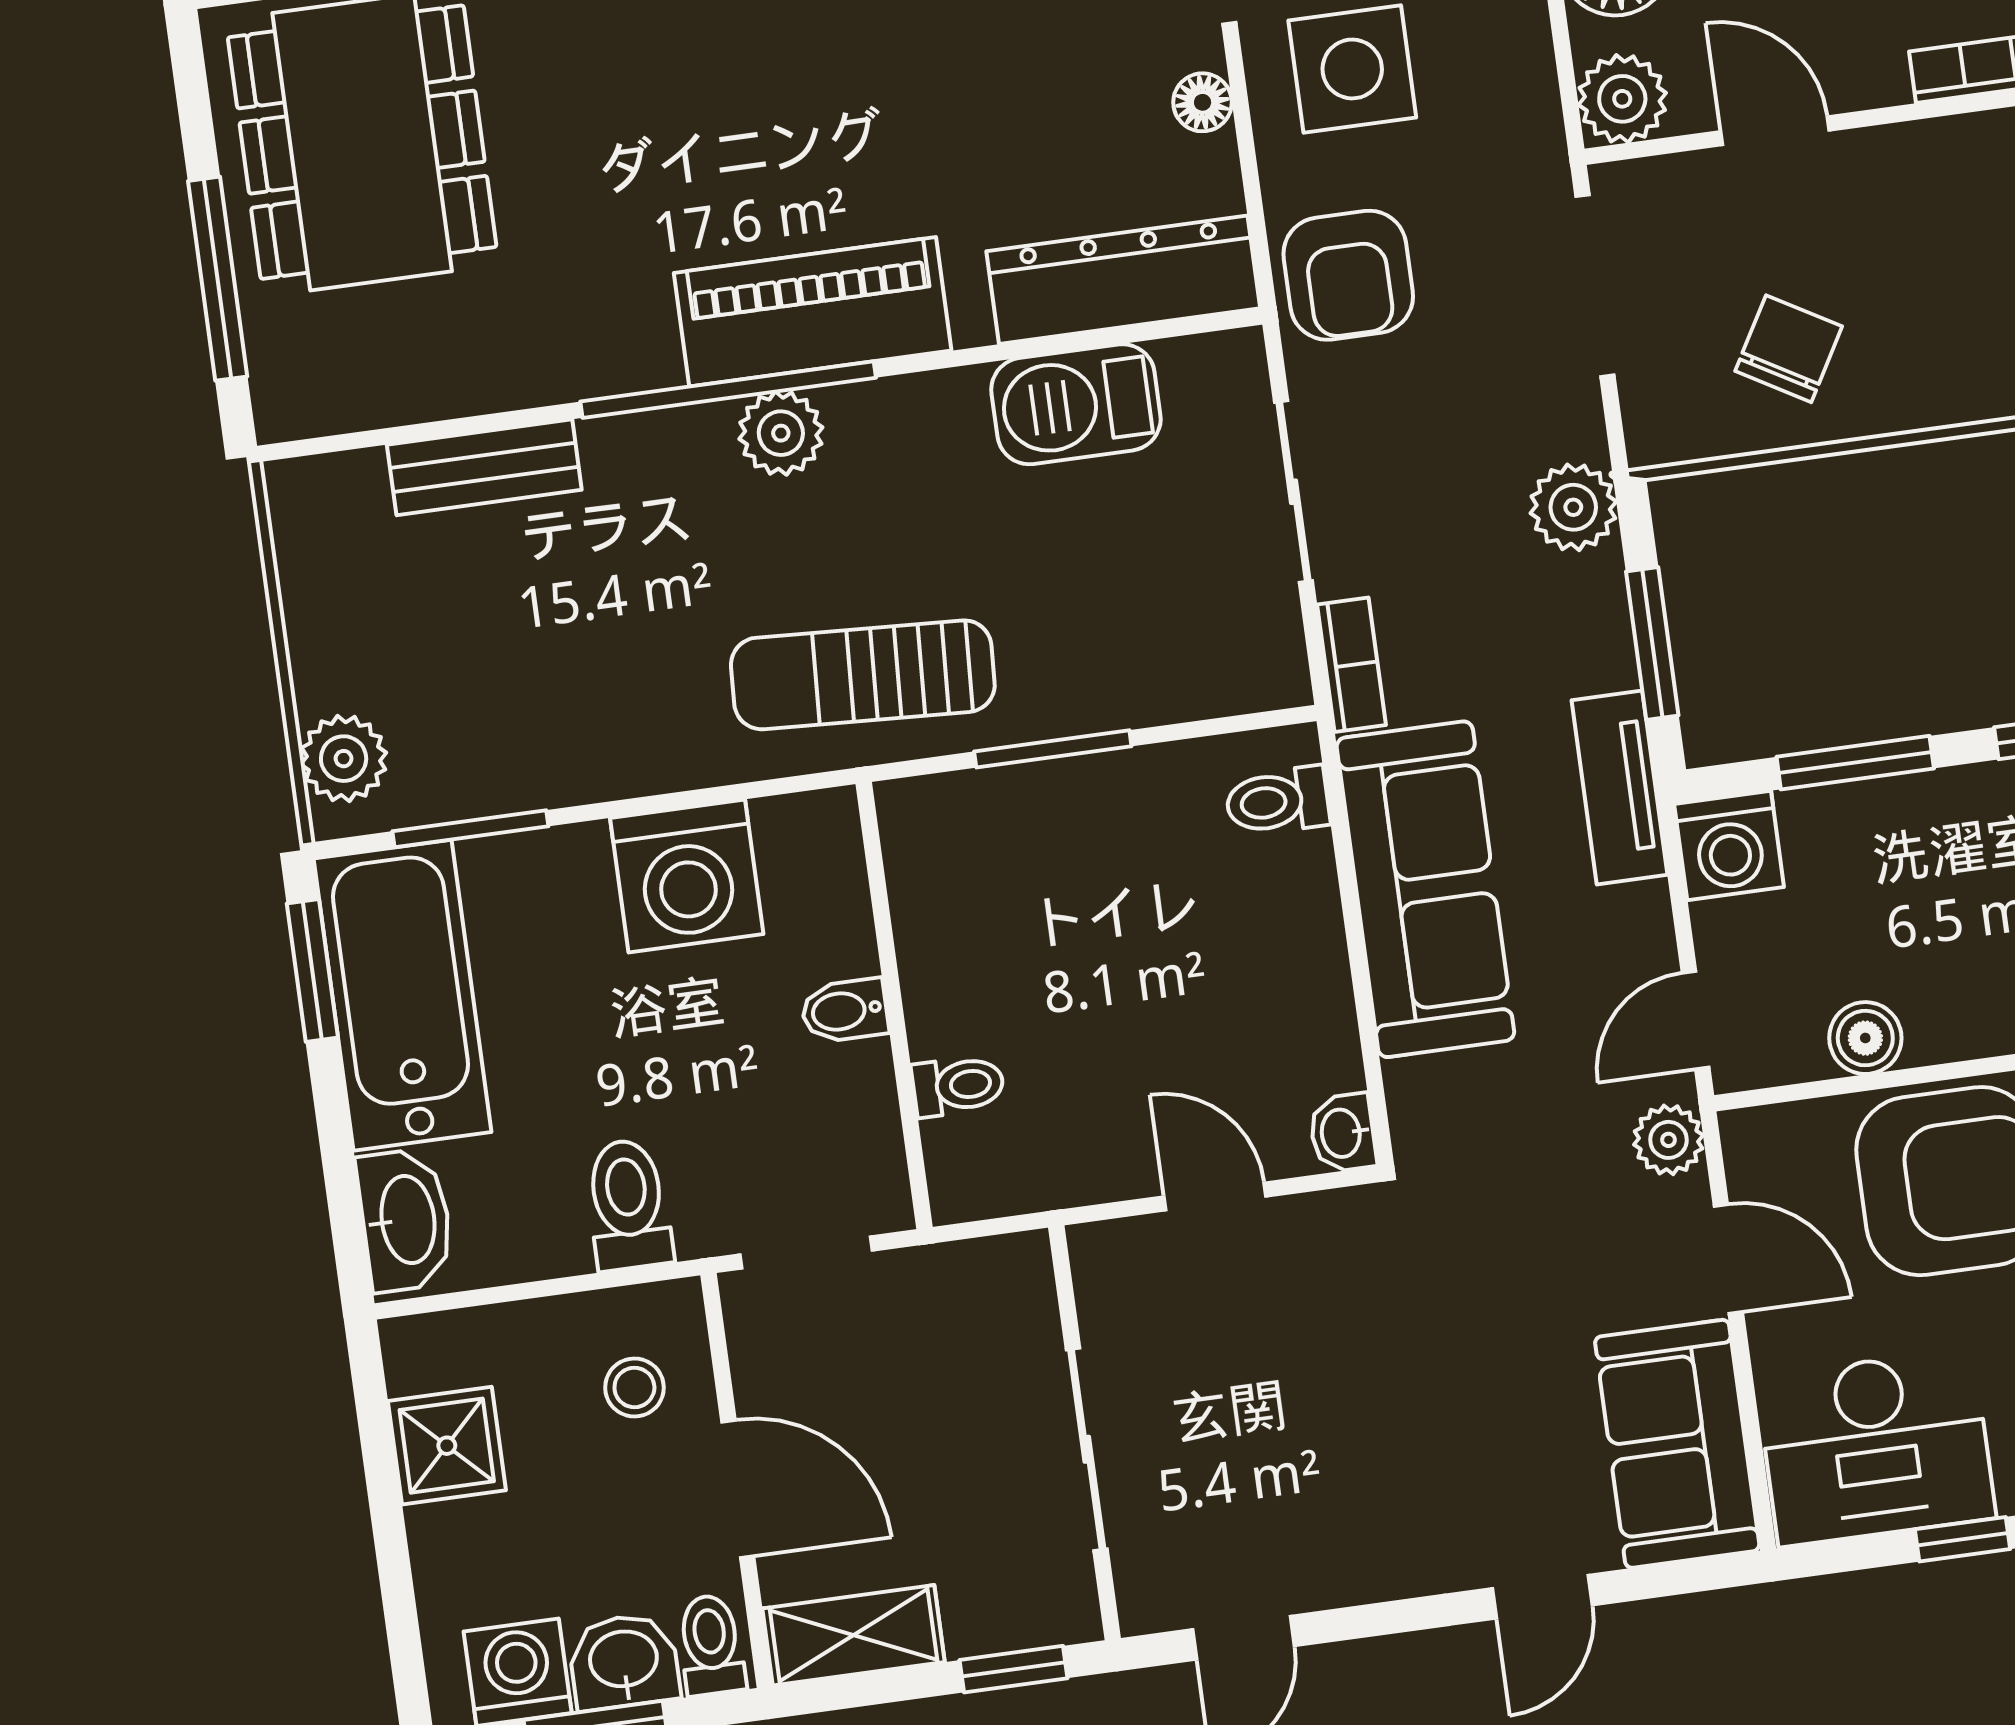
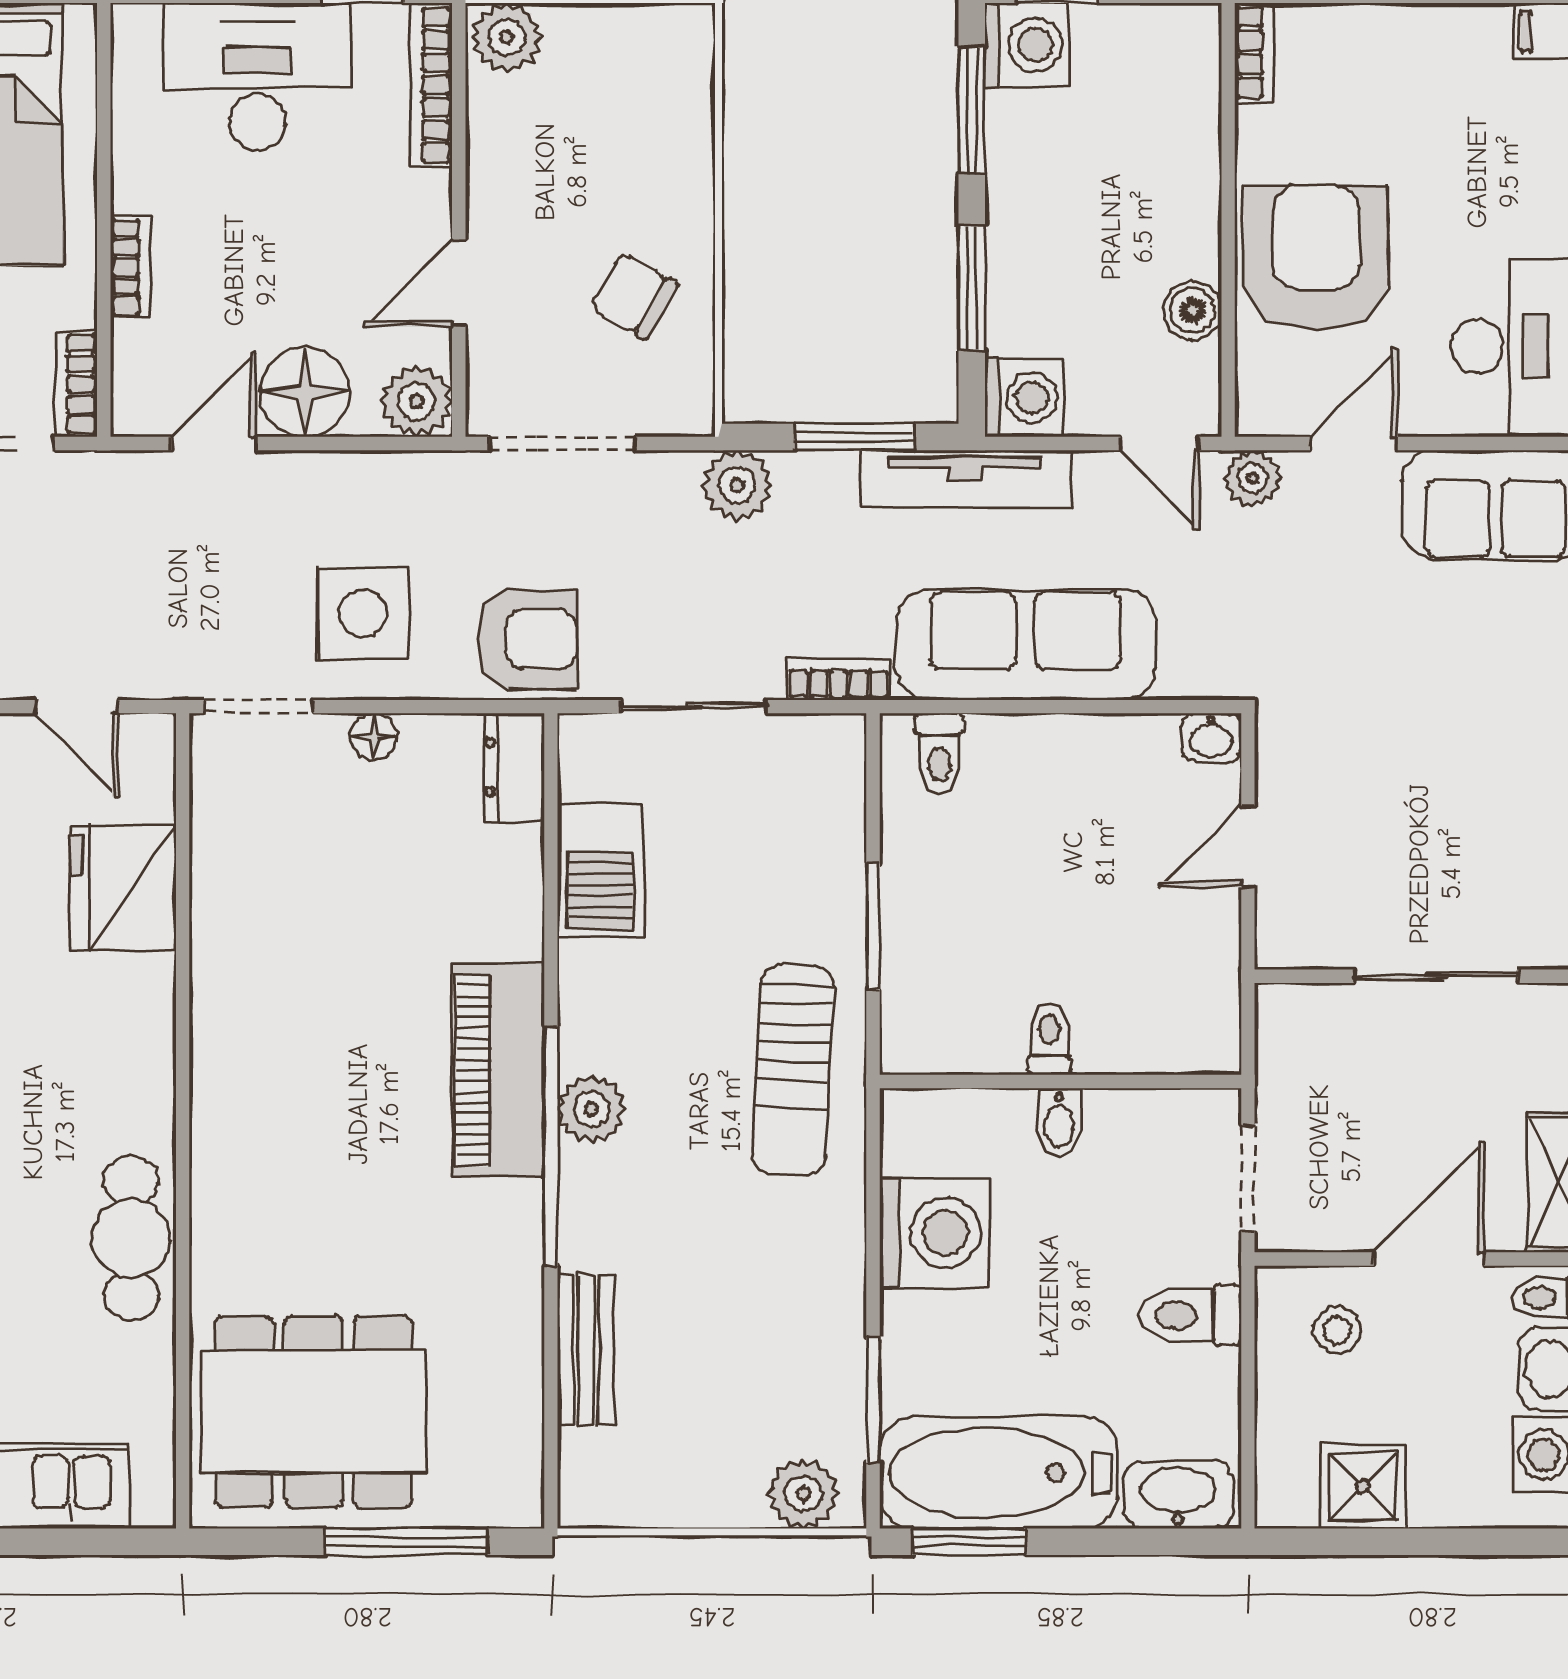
dresser: (1123, 280) -> (514, 767), width x0.51, depth x0.80
tv unit: (1620, 787) -> (966, 479), width x1.41
toilet: (958, 1086) -> (1049, 1039), moved

